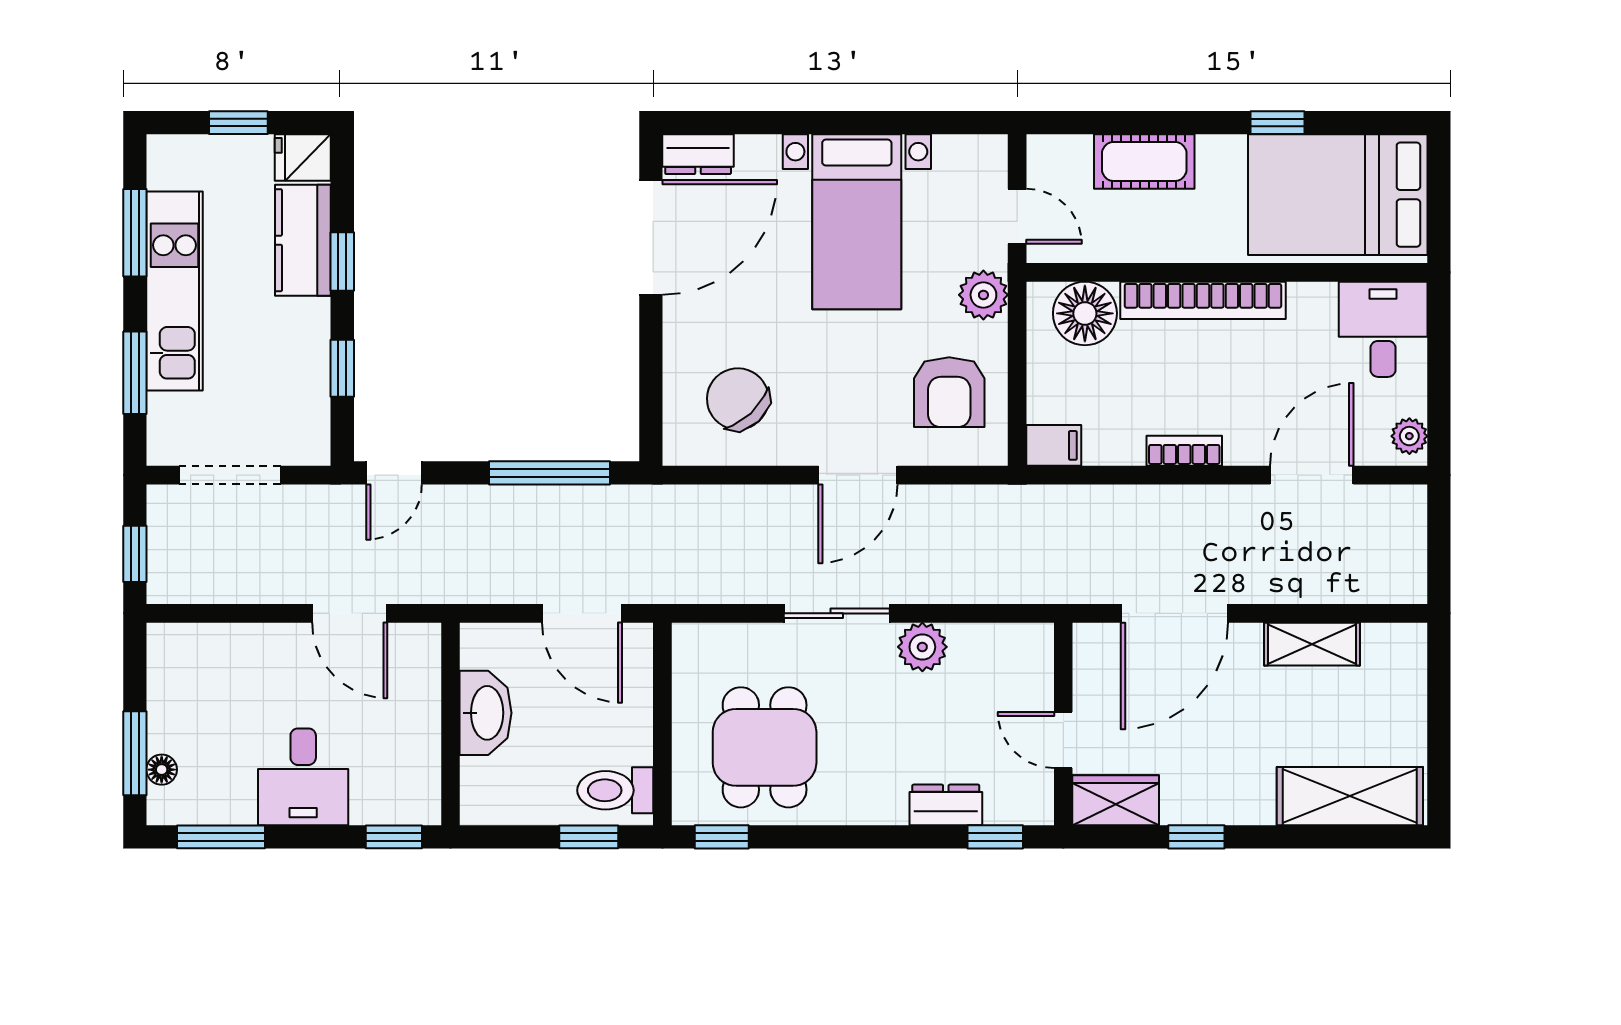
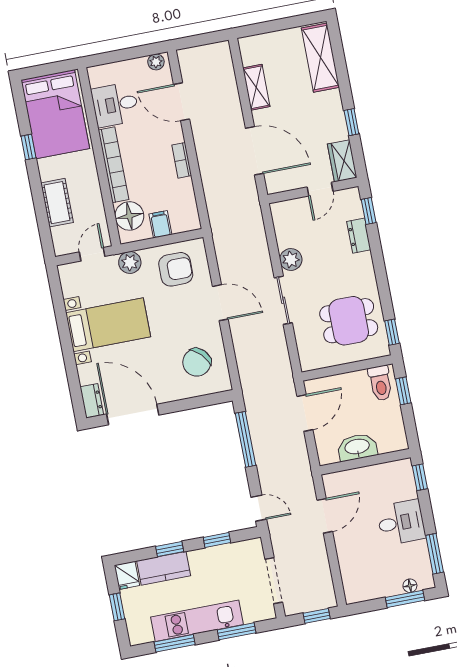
desk: (1383, 329) -> (115, 105), moved
filing cabinet: (1054, 445) -> (160, 224), moved

